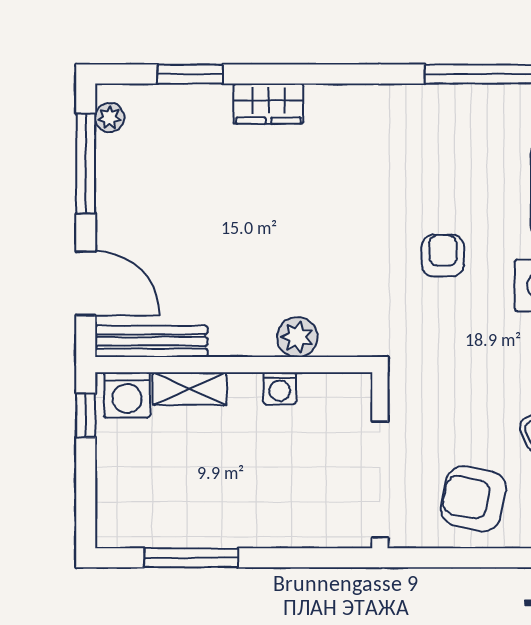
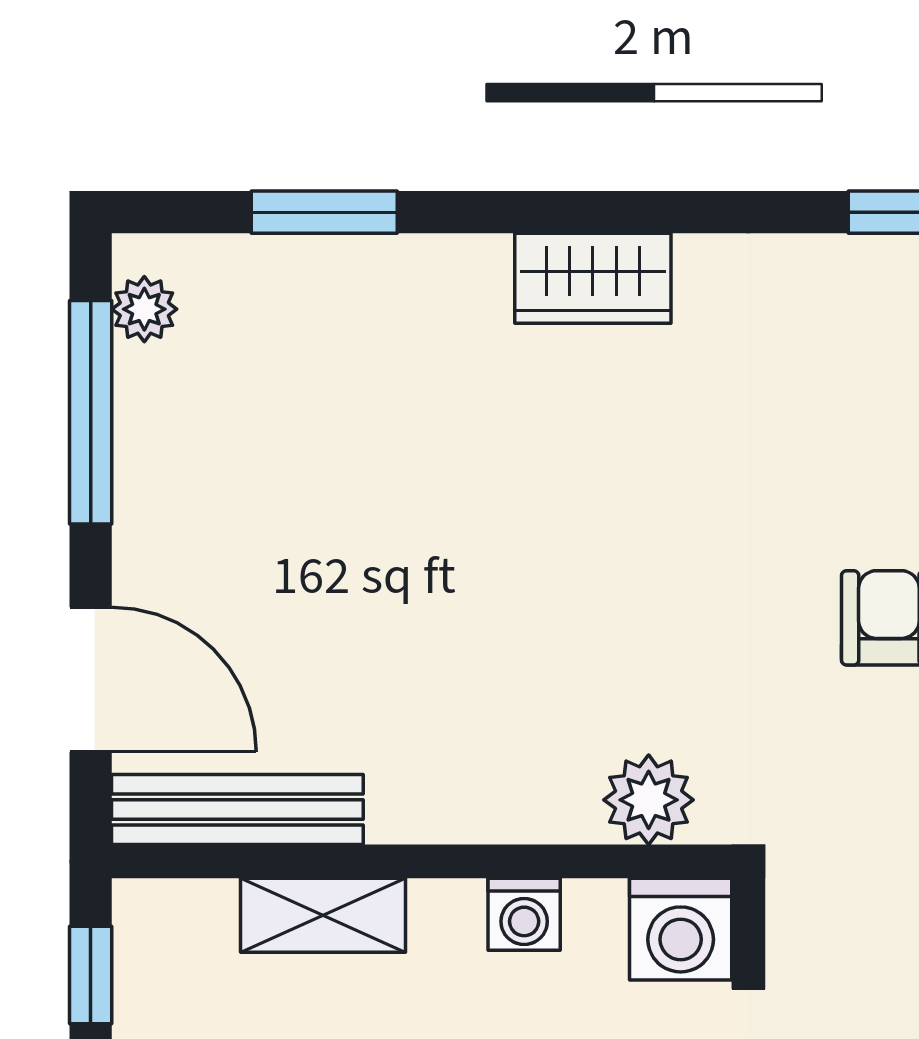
wardrobe: (268, 104) -> (593, 278), moved
plant: (297, 337) -> (649, 800), moved
washing machine: (127, 395) -> (681, 929), moved

